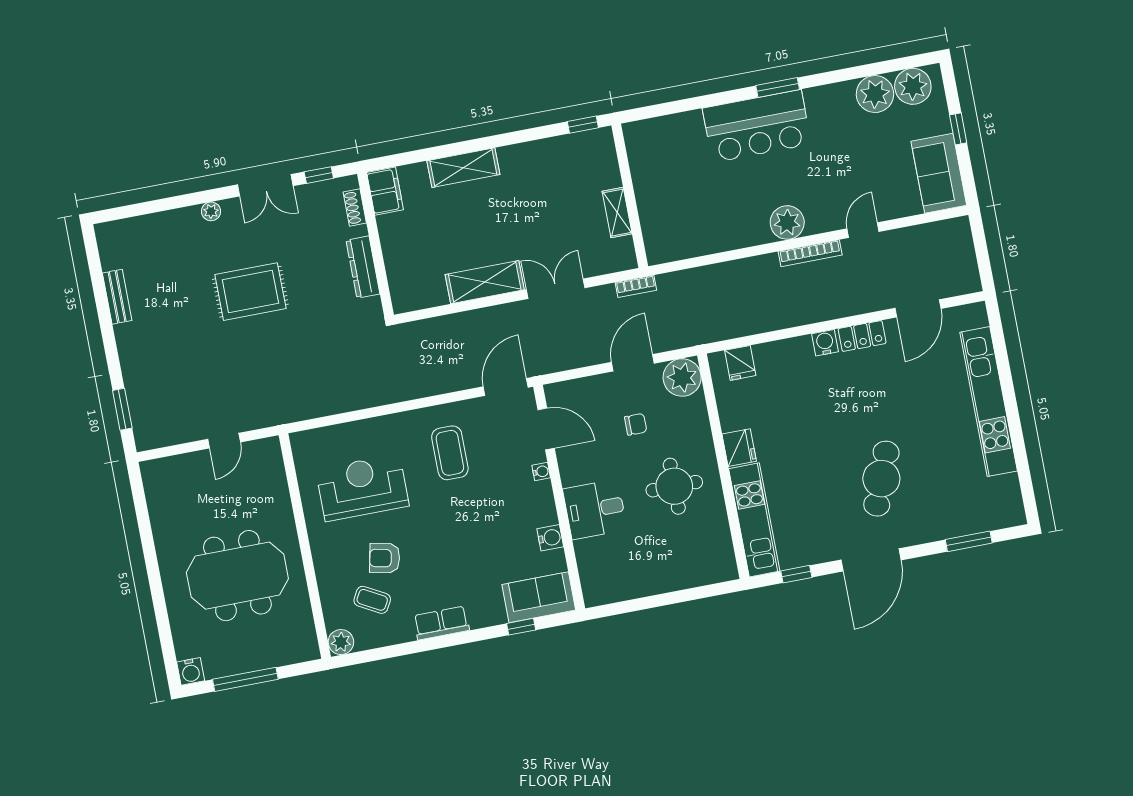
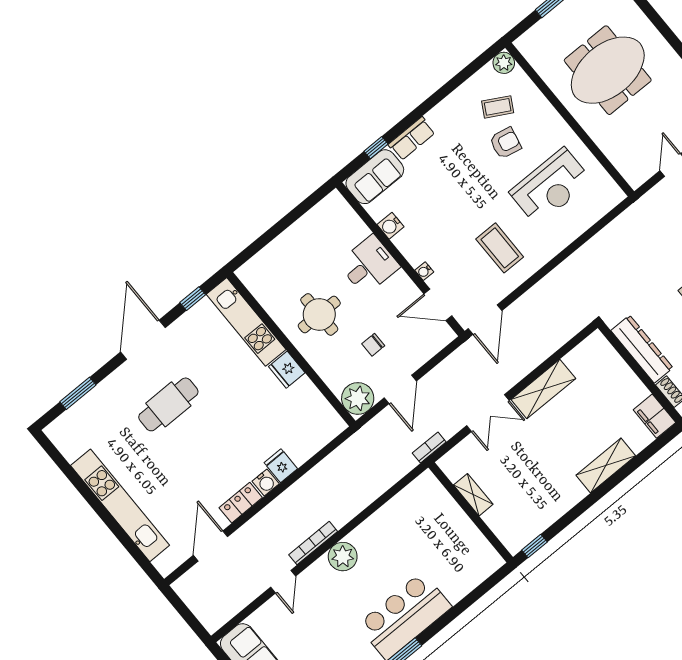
dresser: (363, 267) -> (642, 349), width x1.37, depth x1.24
fridge: (740, 363) -> (281, 466), moved
cafe table: (881, 479) -> (168, 404), turned 69
row of seats: (441, 623) -> (412, 139), moved

